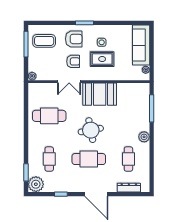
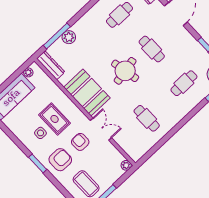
armchair: (74, 39) -> (60, 160), turned 90
dresser: (137, 88) -> (51, 65), added
cafe table: (49, 116) -> (147, 118), width x0.73, depth x0.74
plant: (144, 137) -> (69, 37), moved
cafe table: (89, 159) -> (152, 49), width x0.73, depth x0.74

